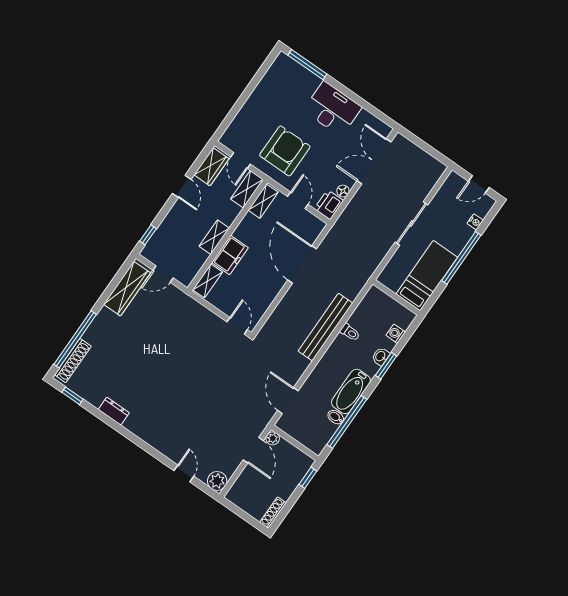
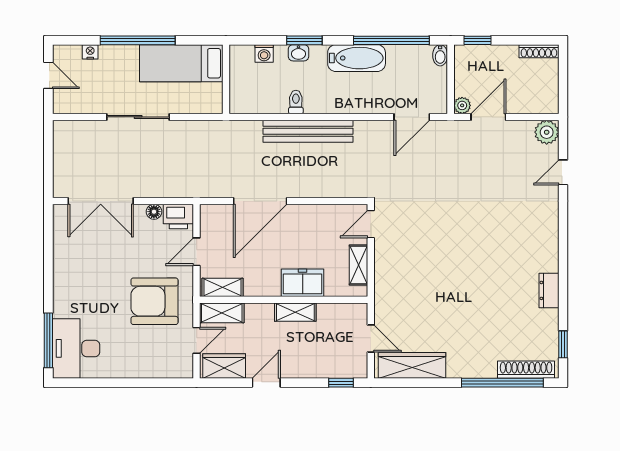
desk: (332, 109) -> (76, 348), moved
shelving: (208, 281) -> (359, 265), moved, turned 90
bidet: (336, 417) -> (440, 55), moved

